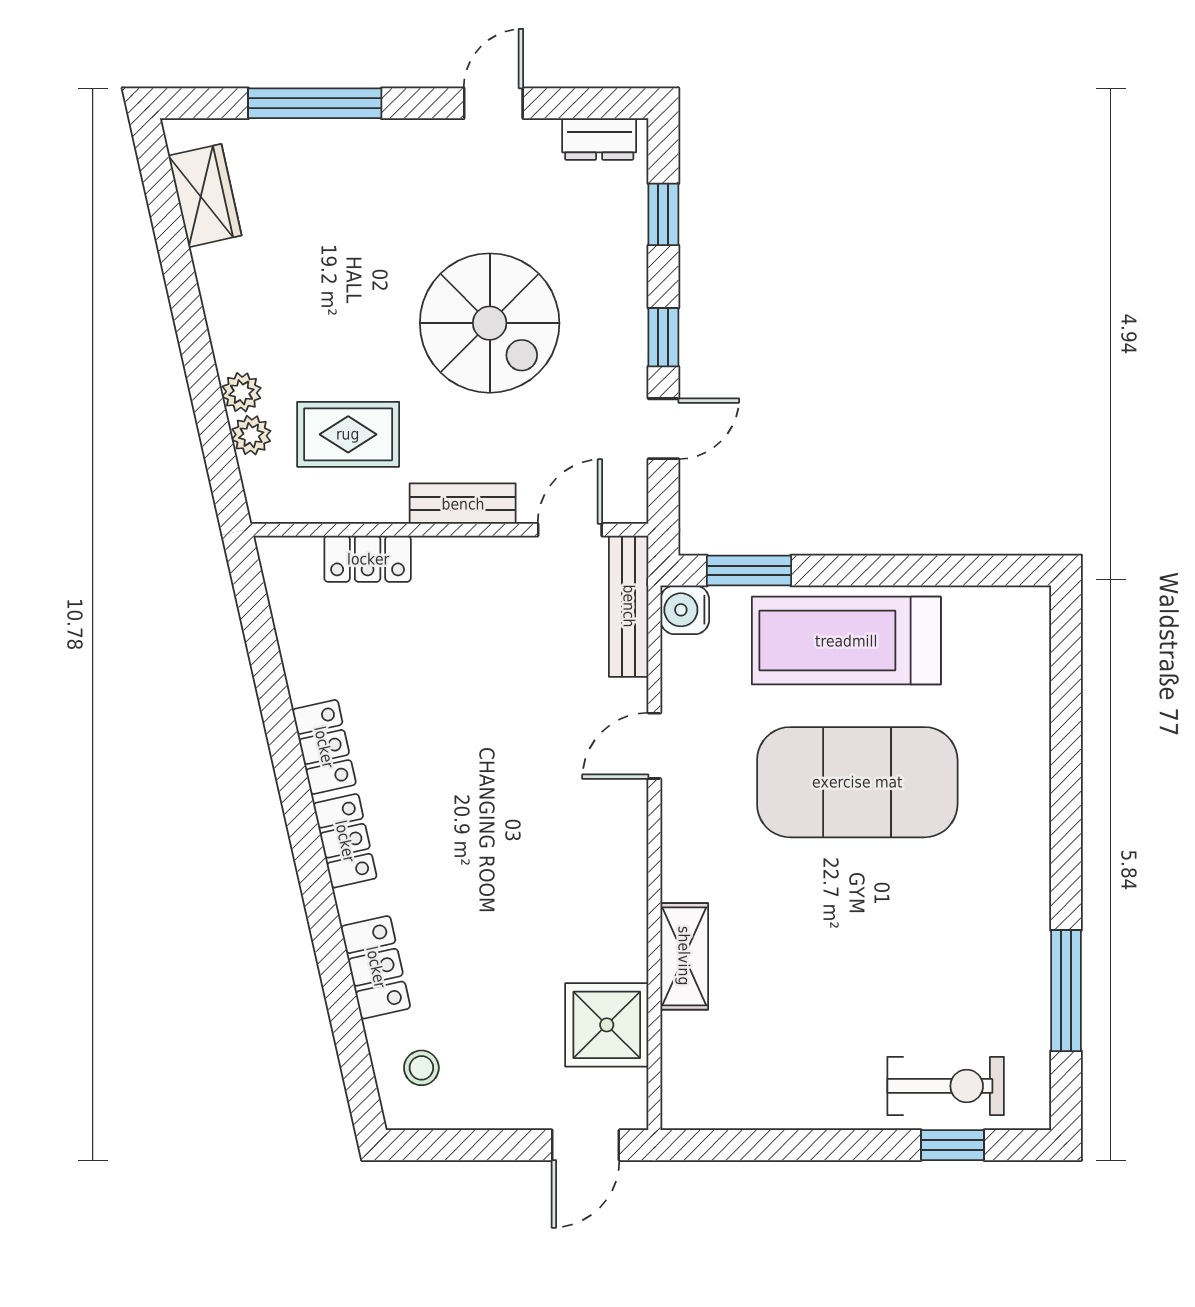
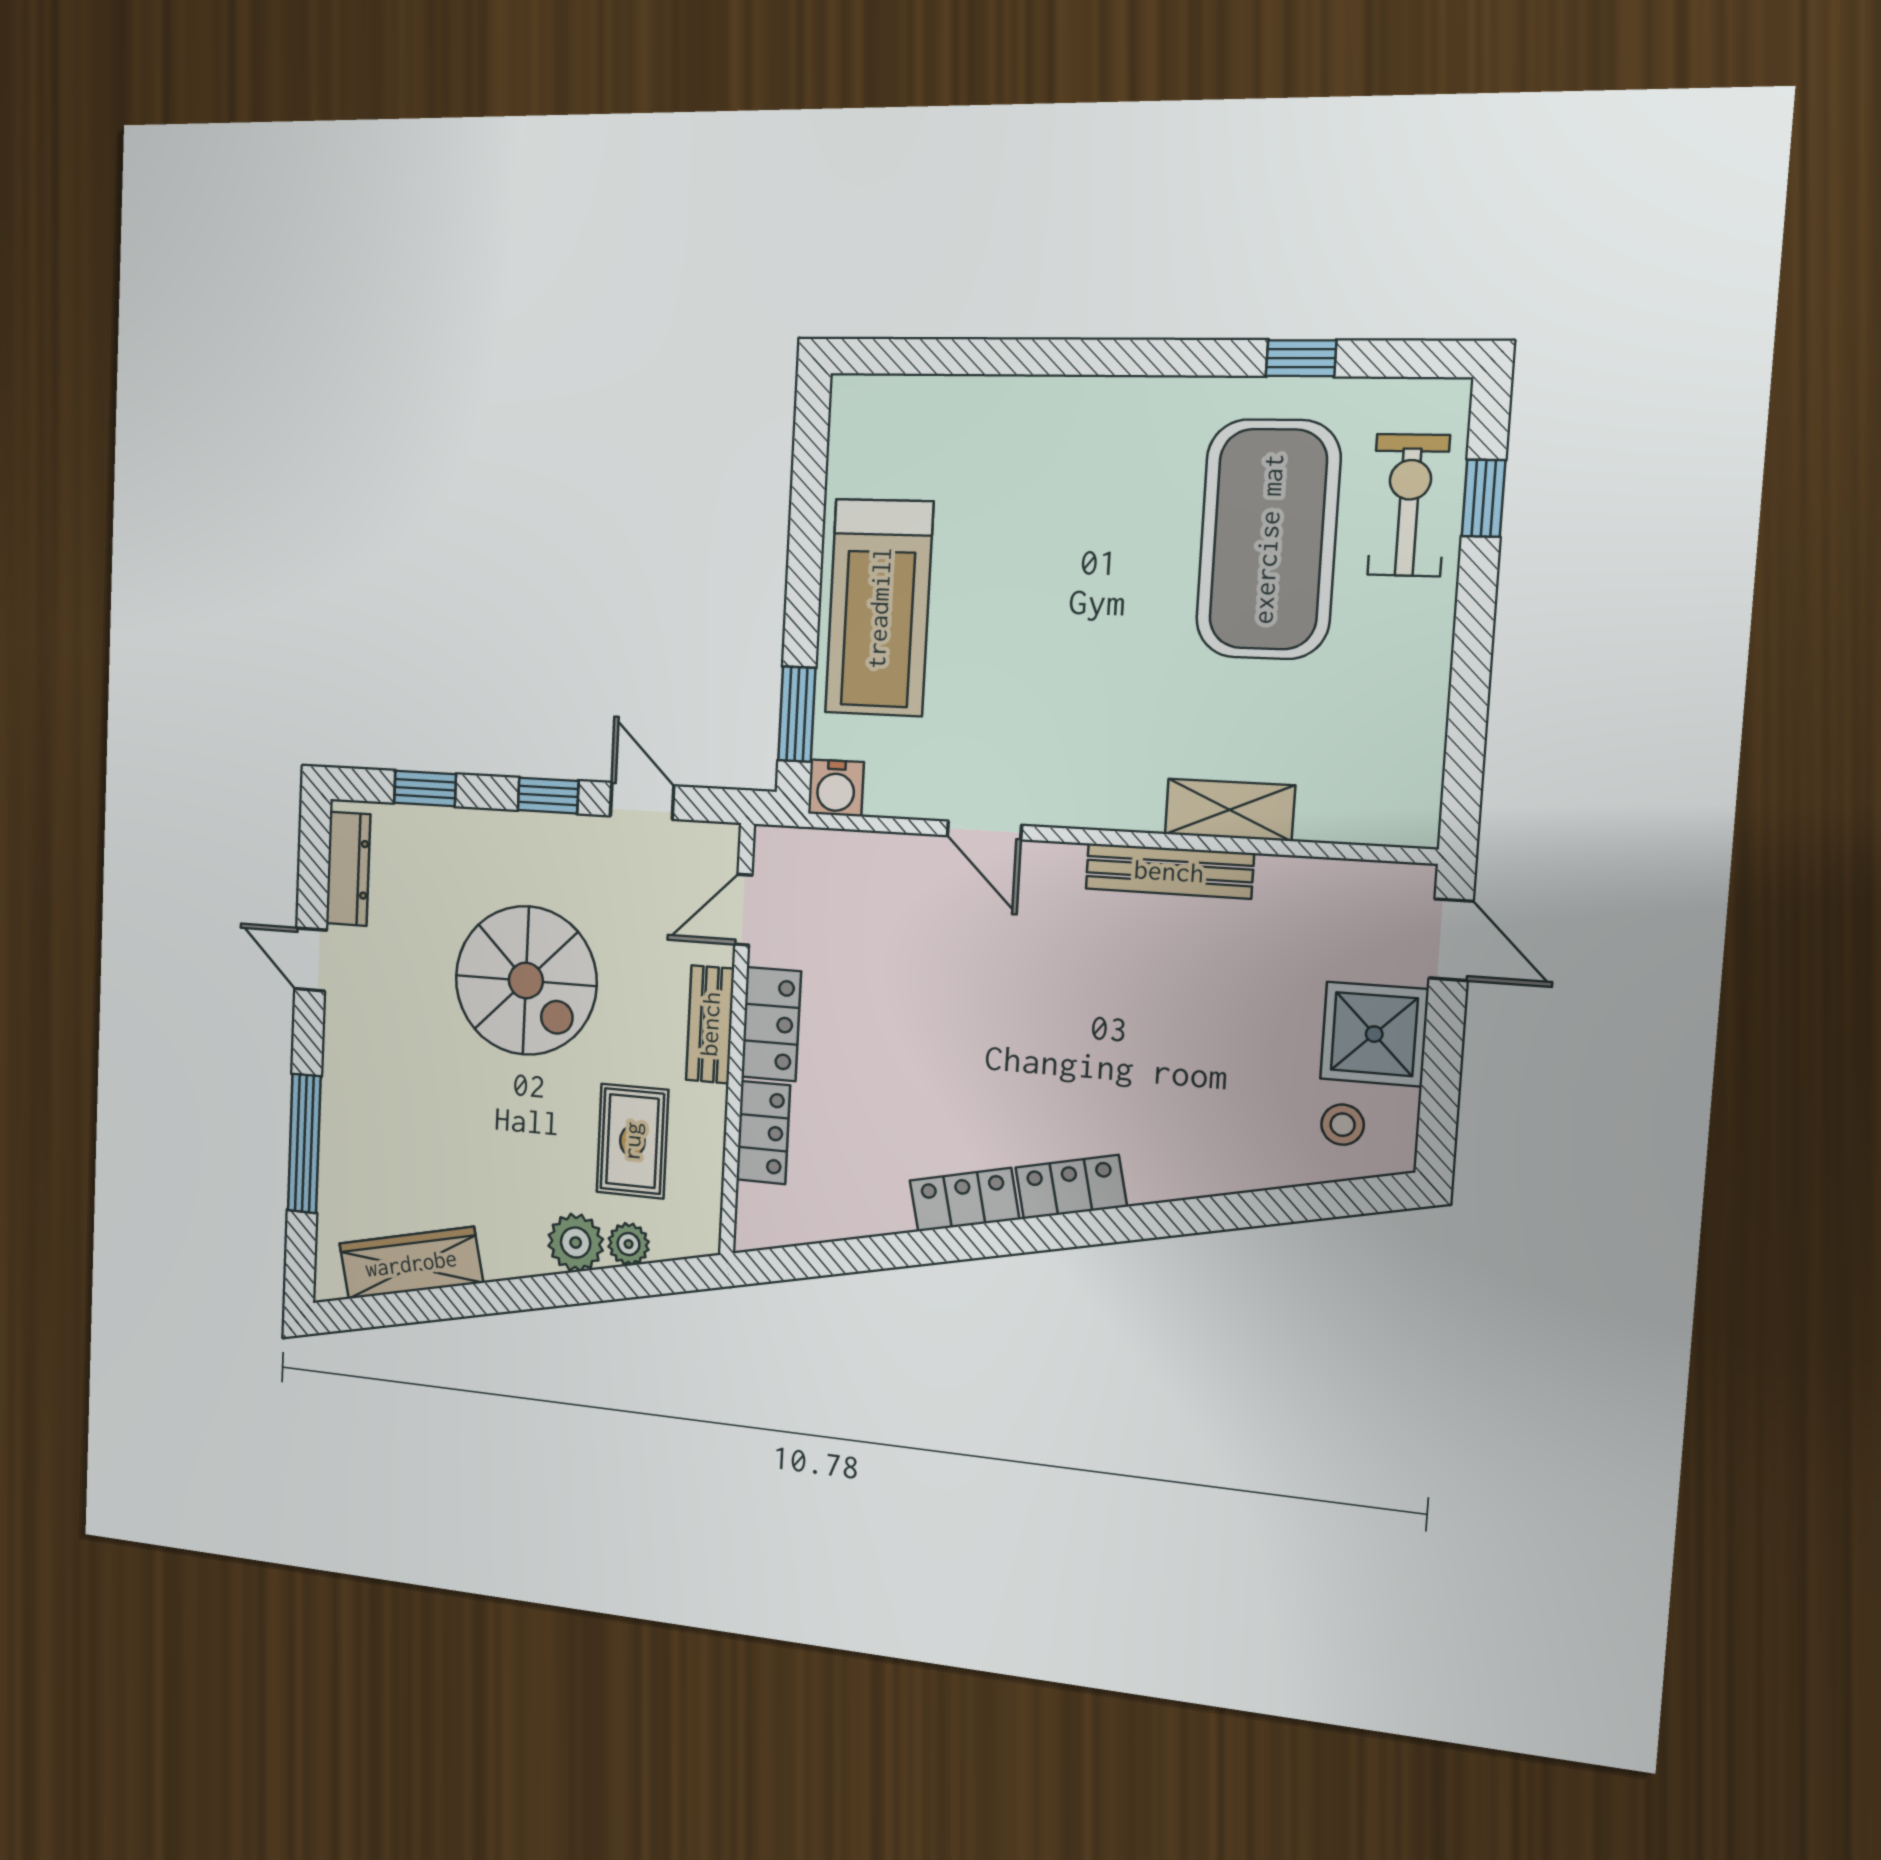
dresser: (599, 139) -> (348, 869), width x1.44
wardrobe: (205, 196) -> (411, 1263), width x1.50
spiral stairs: (490, 323) -> (526, 981), turned 90
plant: (241, 392) -> (576, 1243), width x1.38, depth x1.38
door: (570, 530) -> (743, 910), hinge flipped
bench: (629, 606) -> (1169, 871), moved
exercise mat: (857, 782) -> (1268, 539), moved
locker: (376, 967) -> (771, 1024), moved, turned 103
window: (1066, 991) -> (1301, 358), width x0.46
shower: (607, 1025) -> (1374, 1034), moved

